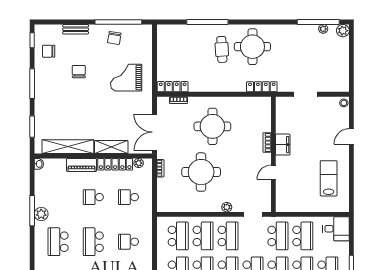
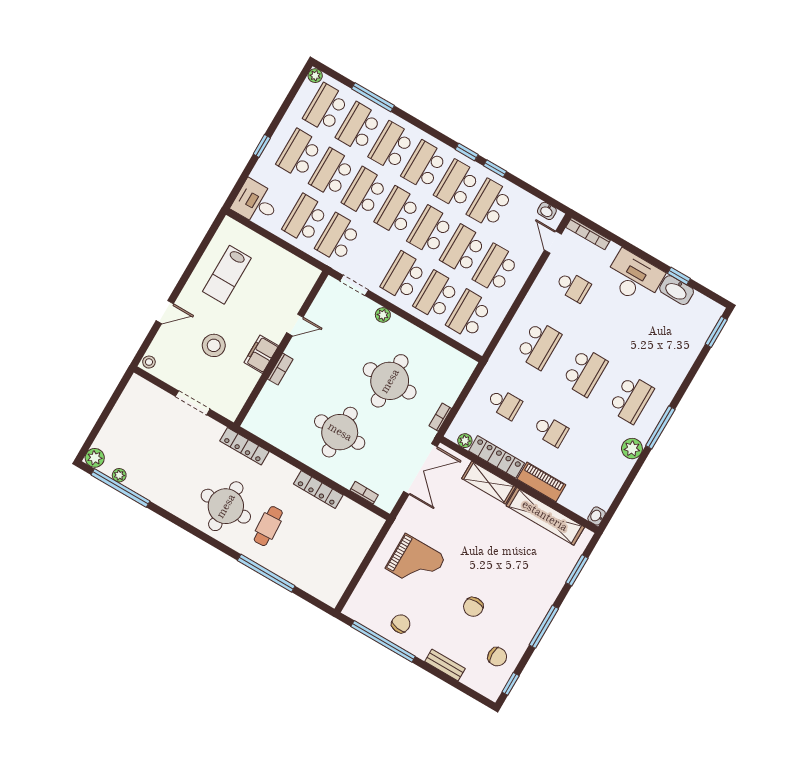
locker: (173, 87) -> (318, 489), moved
stool: (313, 134) -> (214, 345), added
window: (32, 211) -> (660, 427), moved
school desk: (128, 242) -> (539, 345), width x1.85

